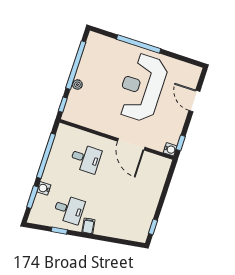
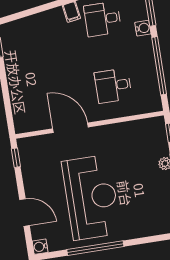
window: (139, 44) -> (95, 248), moved
water cooler: (170, 149) -> (40, 247), moved

